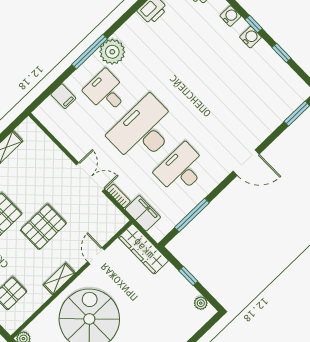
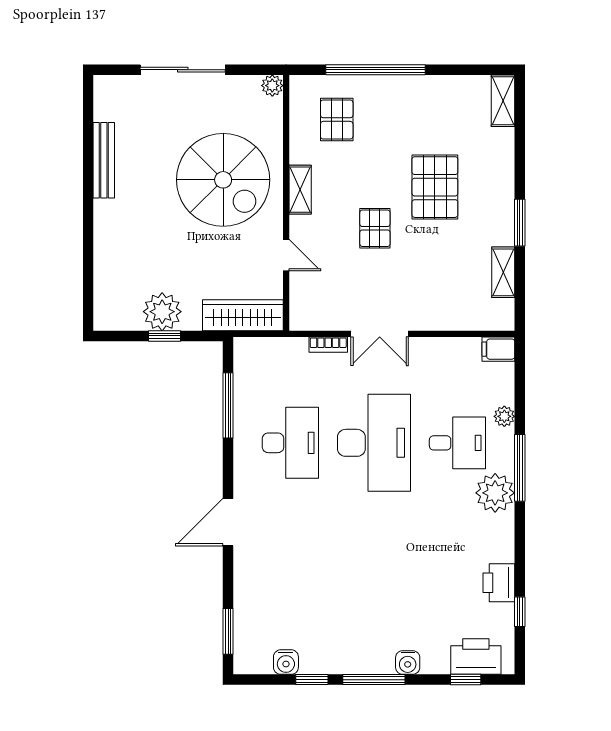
window: (254, 24) -> (374, 680), width x2.17
water cooler: (250, 37) -> (286, 662), moved
plant: (73, 82) -> (504, 416), added
filing cabinet: (63, 96) -> (498, 349), moved
filing cabinet: (143, 213) -> (283, 353), removed
pallet: (43, 227) -> (375, 228), width x0.67, depth x0.71
plant: (201, 303) -> (162, 312), moved, width x1.87, depth x1.87

